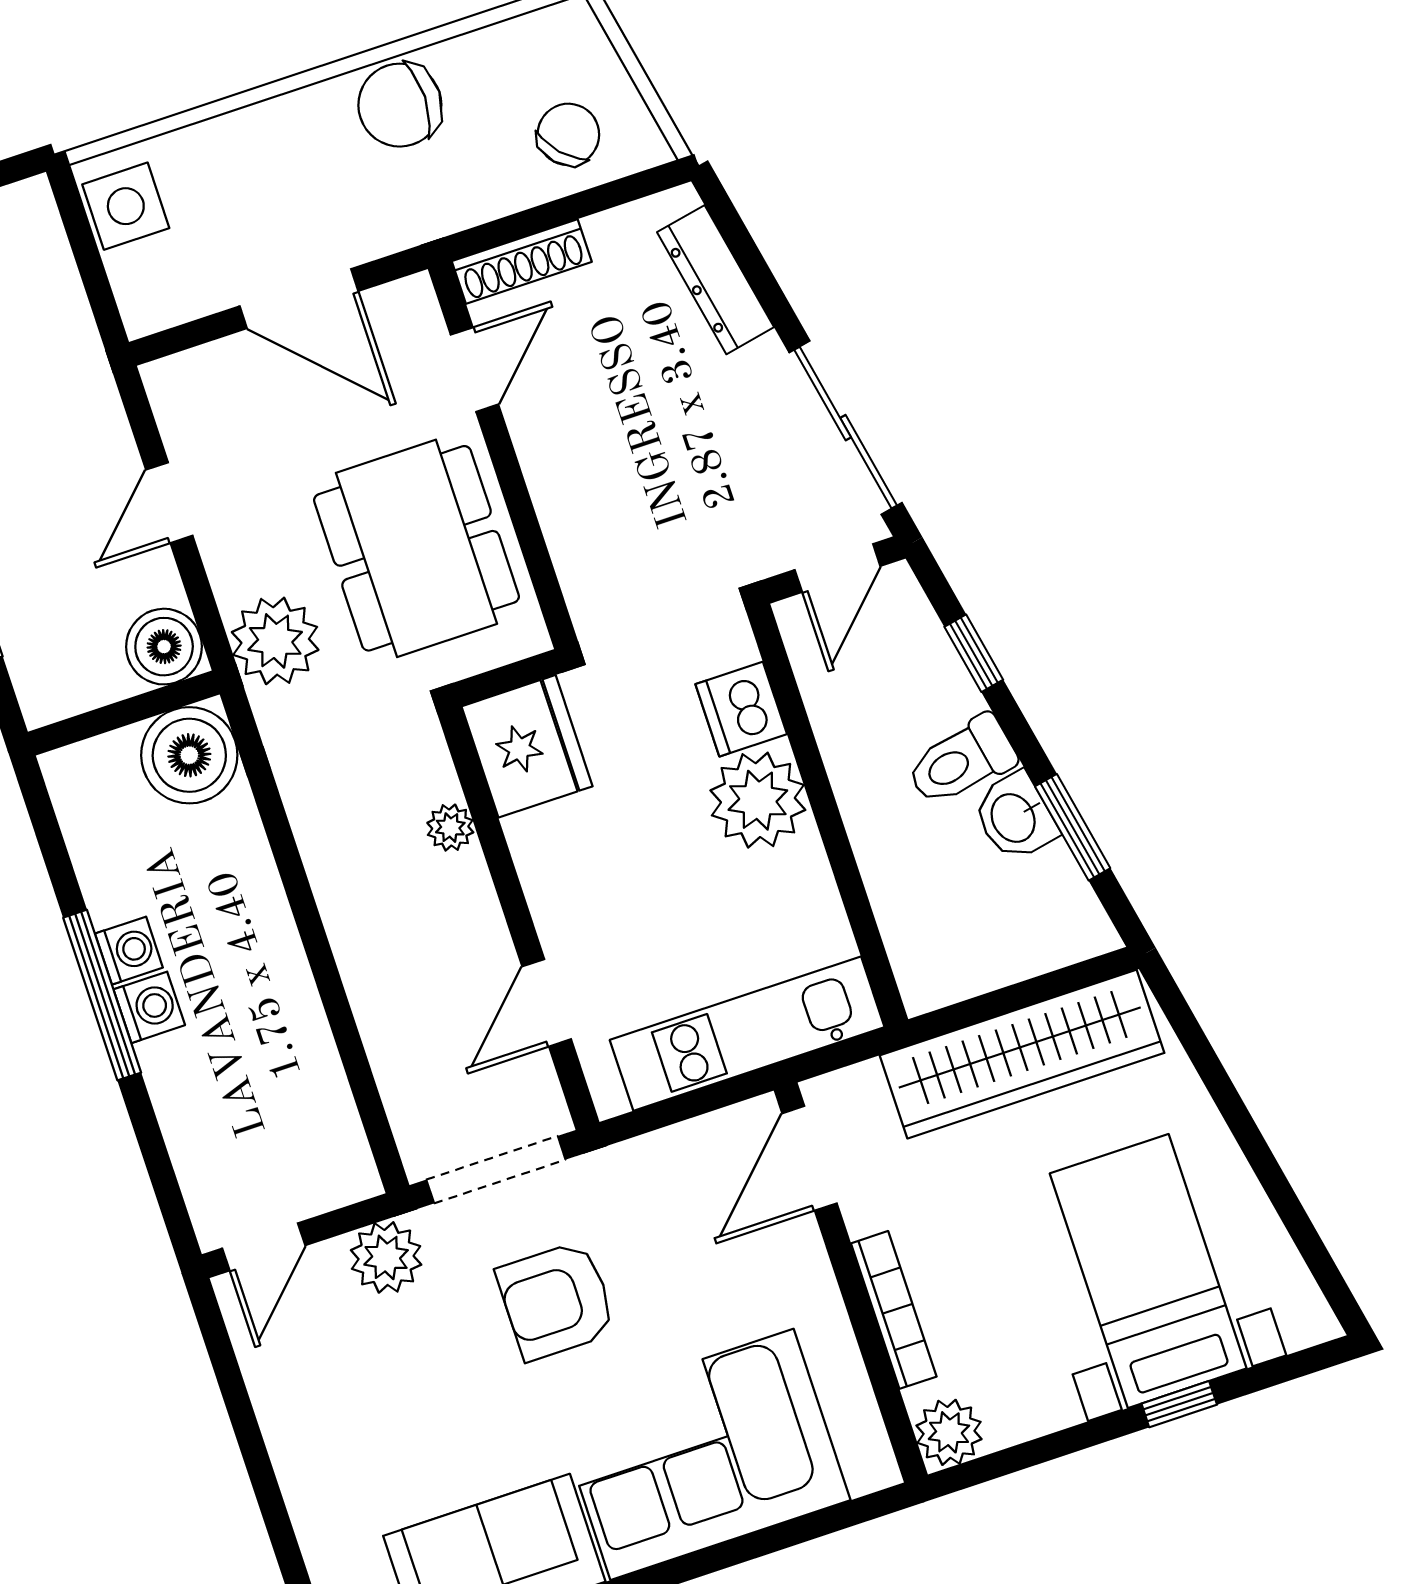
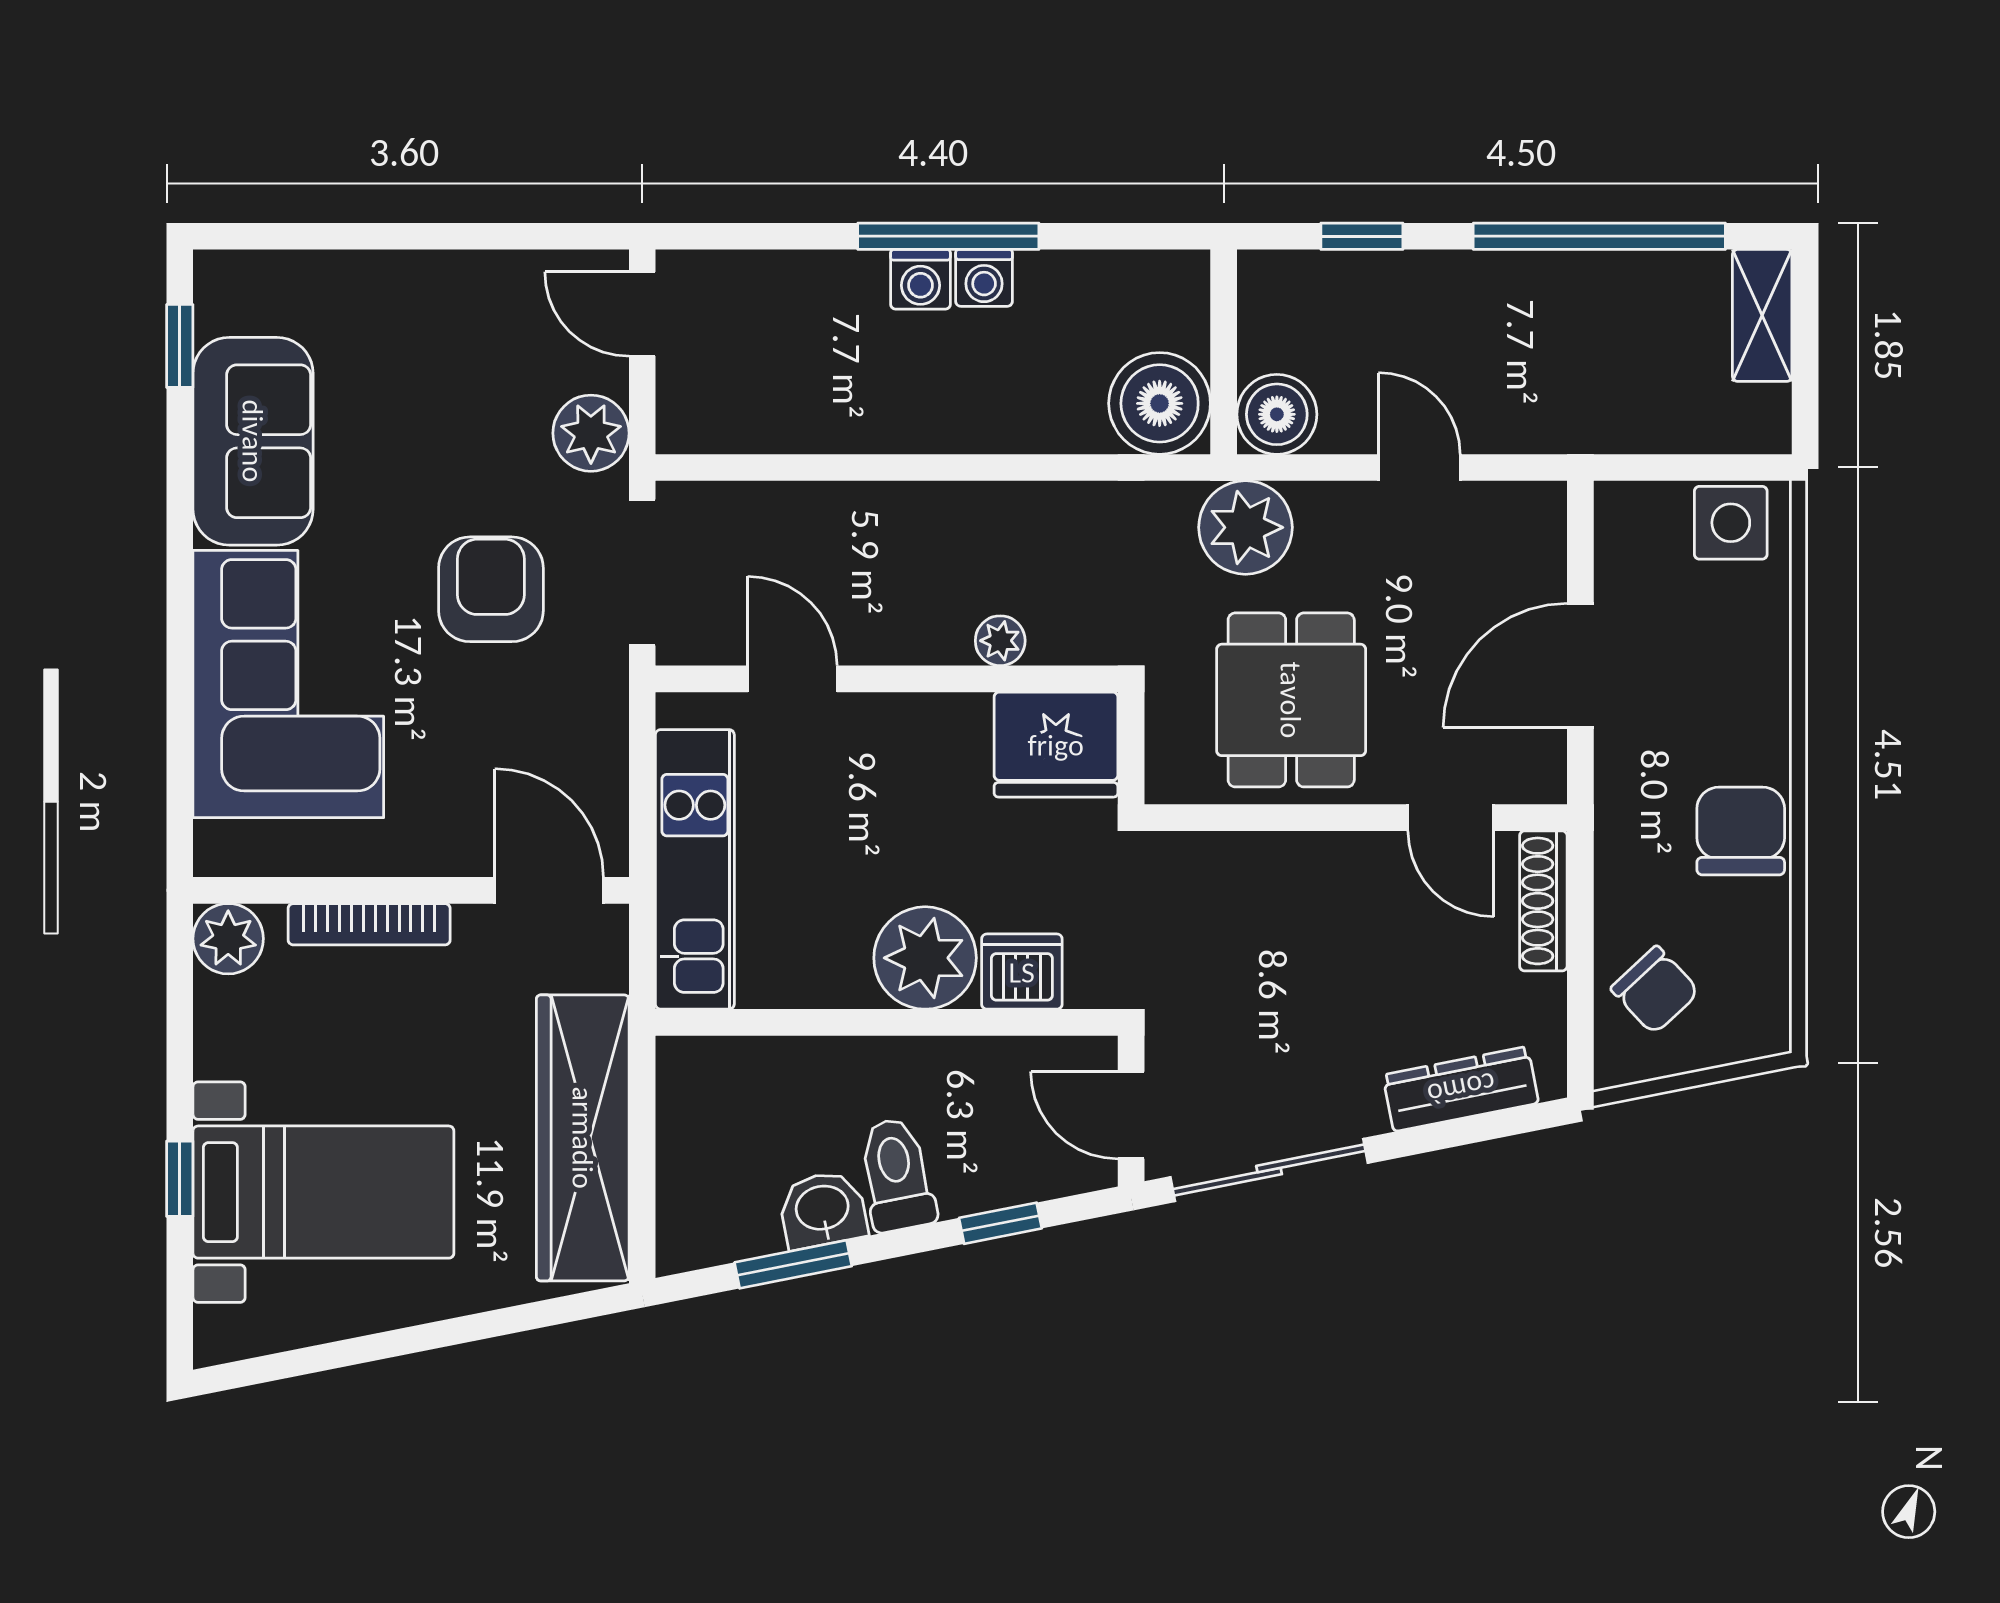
dining table: (416, 548) -> (1291, 700), width x0.73

